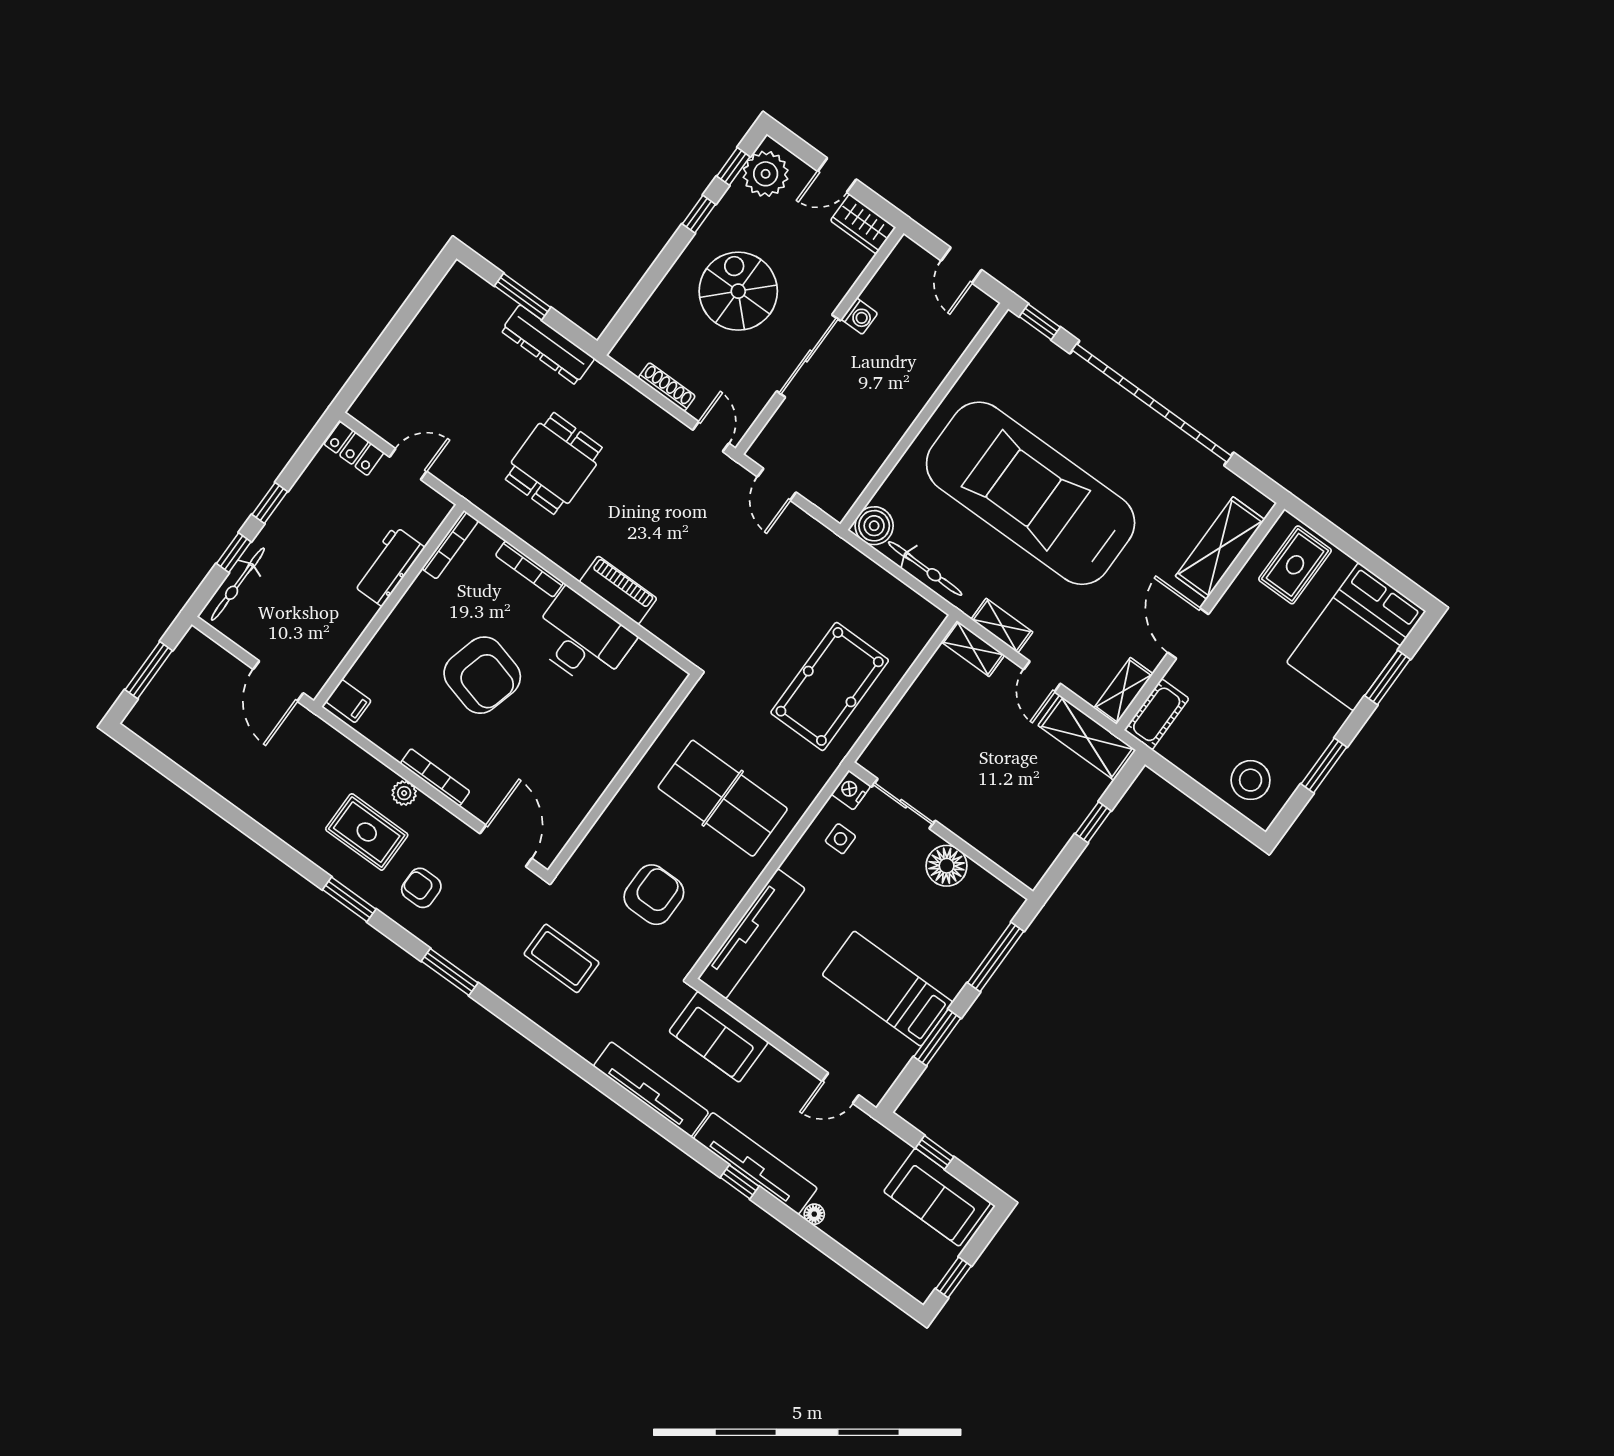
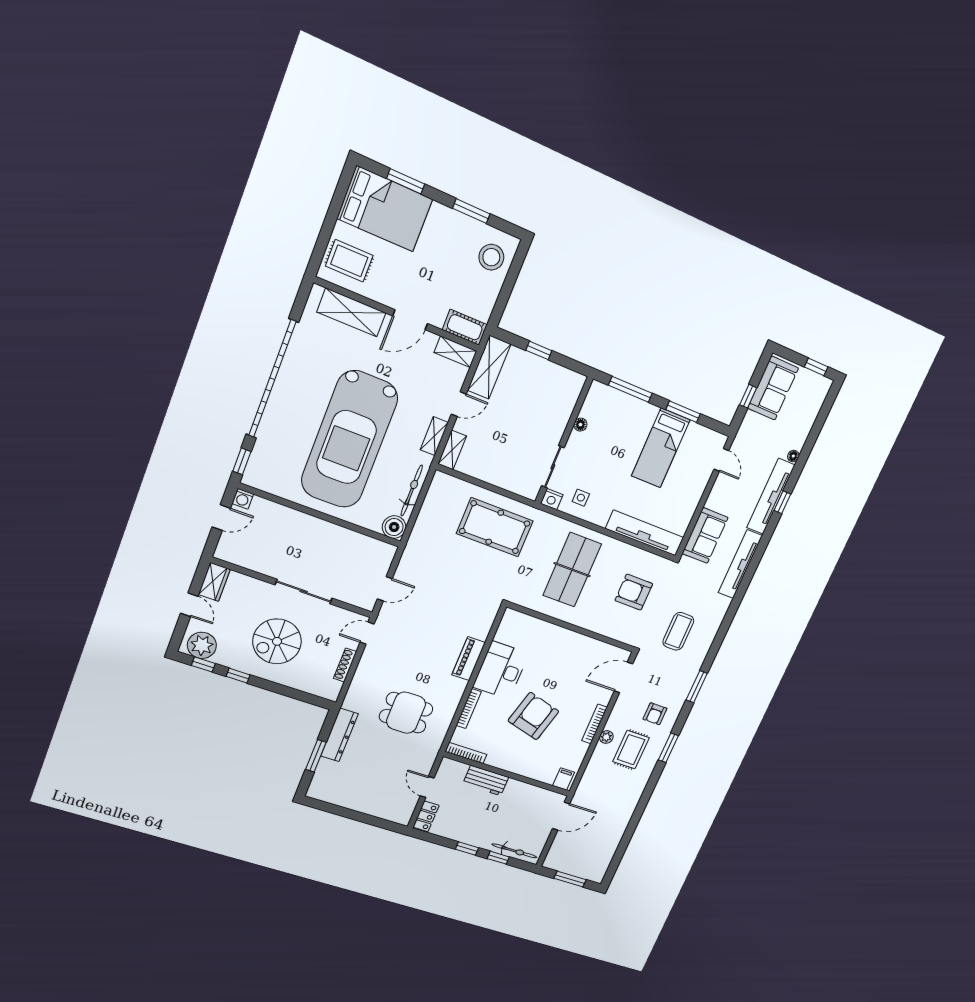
washing machine: (859, 316) -> (243, 499), moved, turned 180
floor lamp: (947, 866) -> (580, 425), width x0.53, depth x0.53

